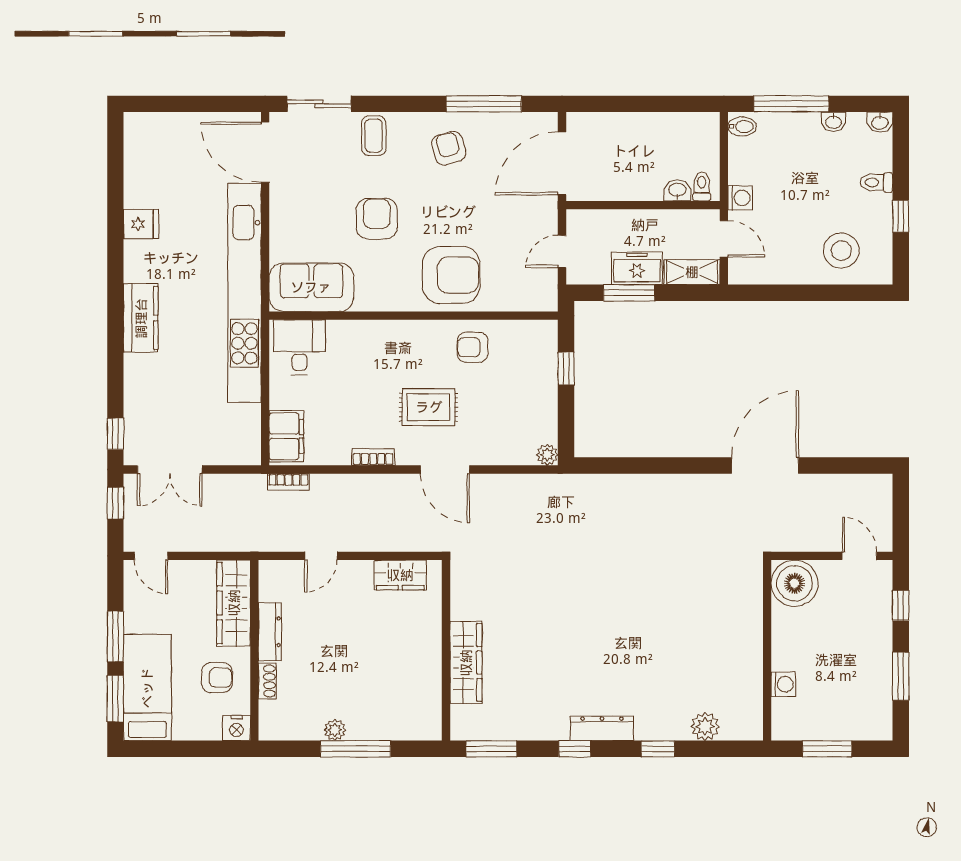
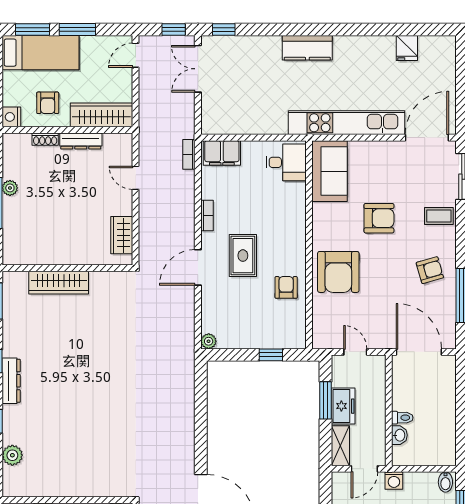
toilet: (702, 186) -> (402, 418), moved
fridge: (141, 224) -> (407, 48), moved
kitchen unit: (244, 293) -> (347, 123), width x0.73

